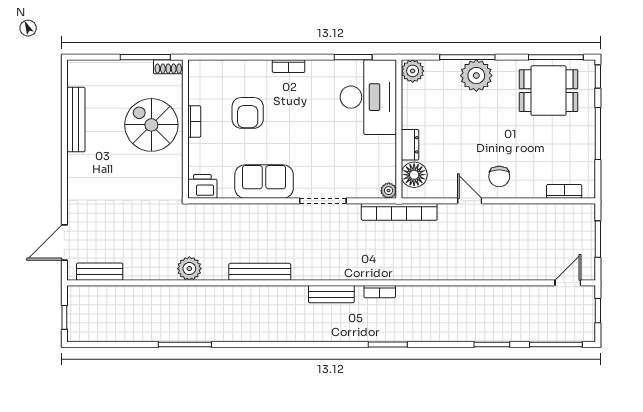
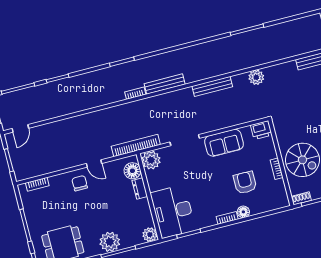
floor lamp: (262, 69) -> (243, 212), added
plant: (389, 191) -> (151, 160), width x1.88, depth x1.88
bench: (331, 294) -> (165, 84), width x1.36

